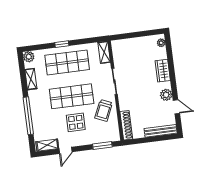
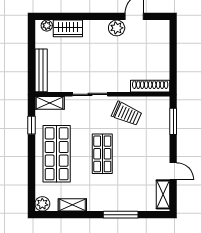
window: (62, 44) -> (31, 125), moved
wardrobe: (163, 71) -> (68, 28), moved
shop shelf: (72, 96) -> (102, 154), width x0.70, depth x0.74
window: (28, 116) -> (121, 215), width x0.68
display table: (76, 122) -> (138, 153), removed
bench: (161, 131) -> (41, 70), moved

